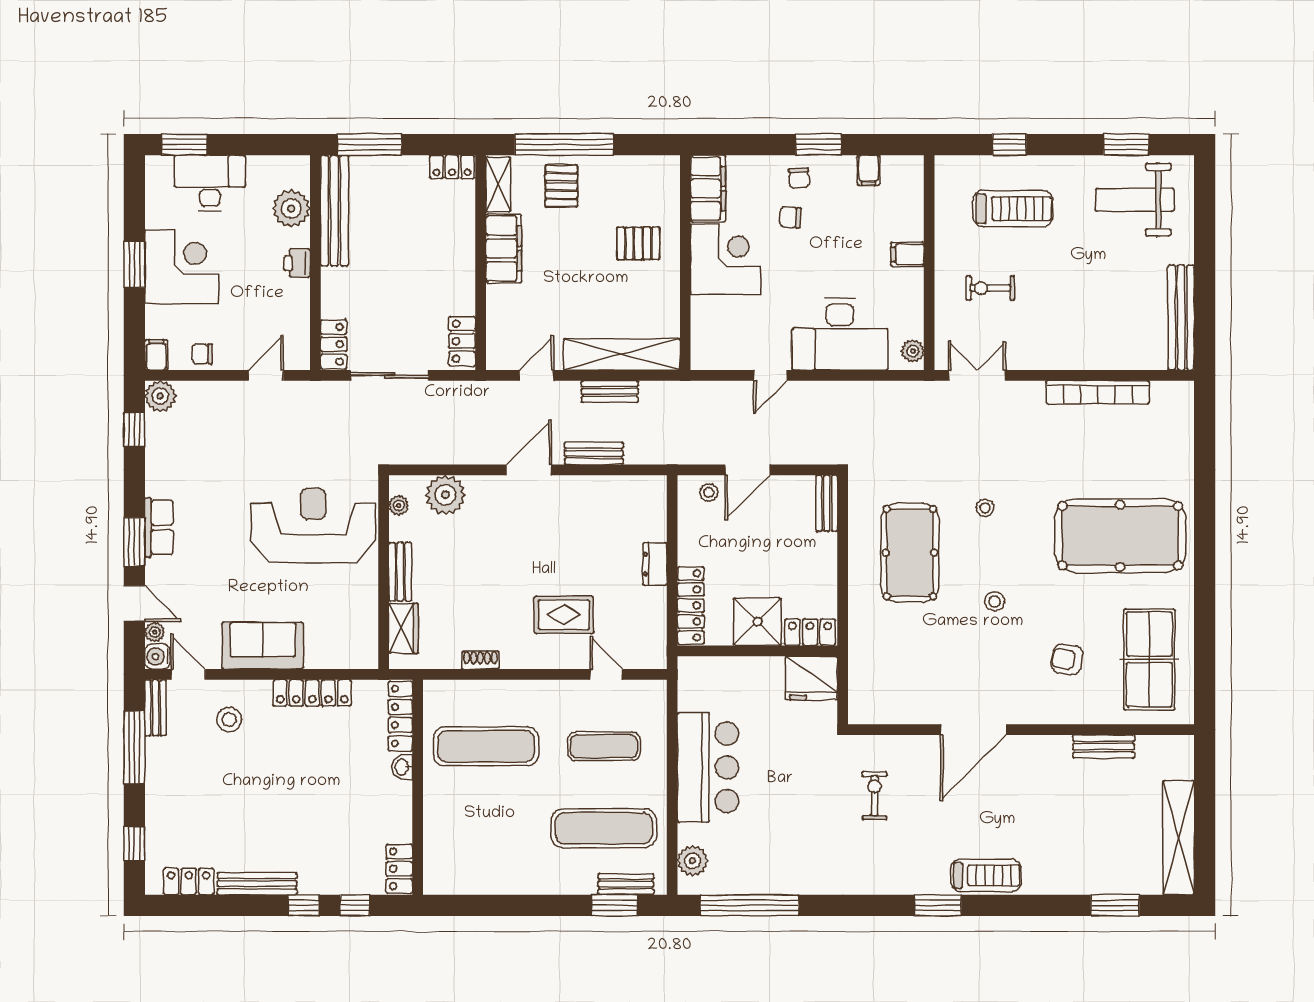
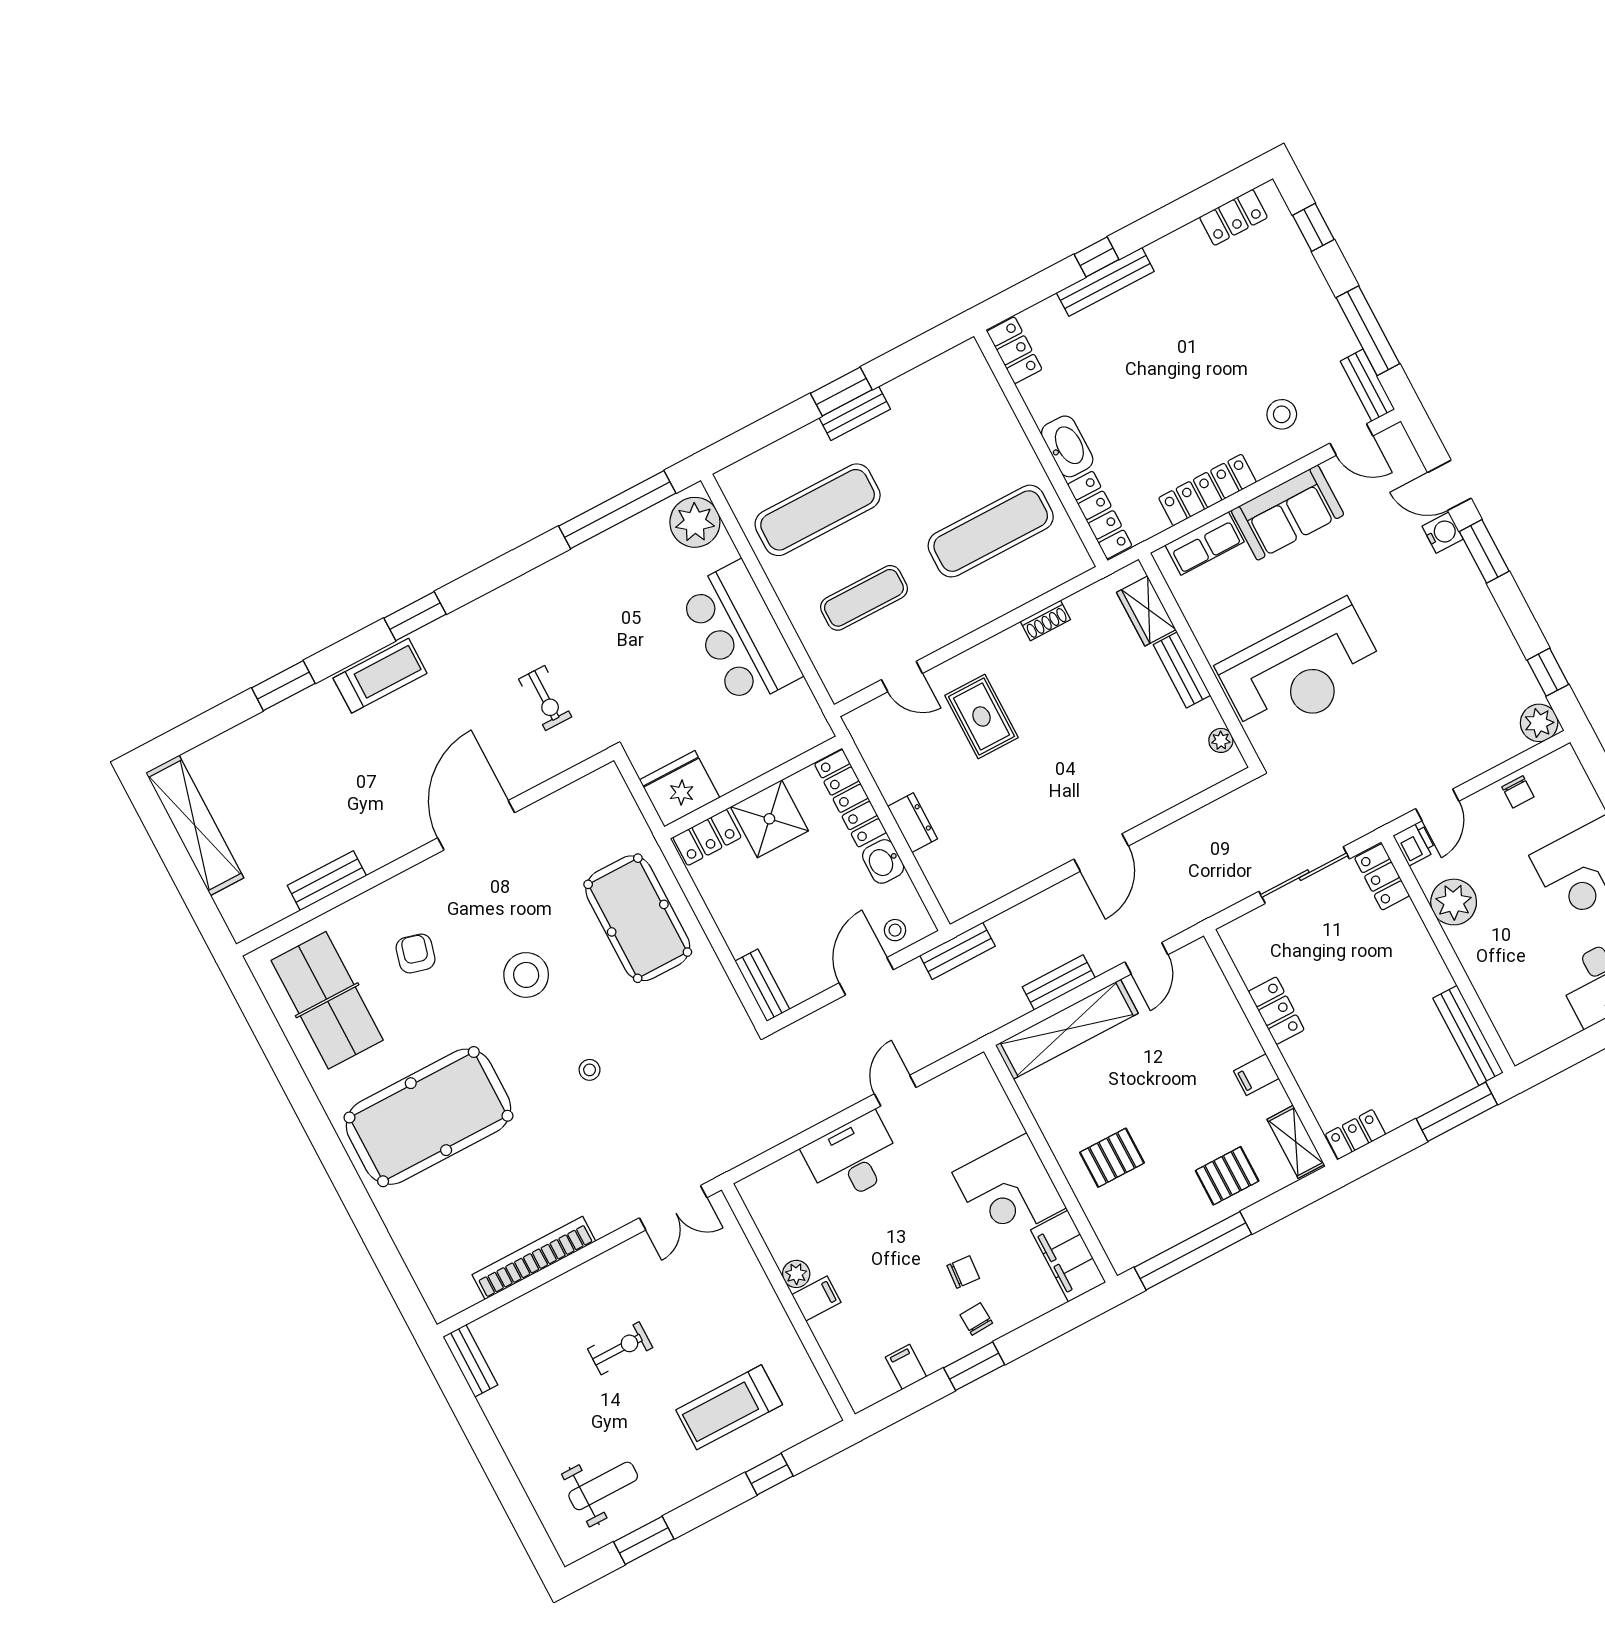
window: (564, 145) -> (1193, 1251), moved
pallet: (561, 186) -> (1227, 1176), turned 90
weight bench: (1135, 200) -> (603, 1486), width x0.73, depth x0.75
plant: (291, 208) -> (1454, 902), moved
bench: (334, 211) -> (1468, 1035), width x0.73, depth x0.82
filing cabinet: (504, 248) -> (1256, 1075), width x0.33, depth x0.86
printer: (297, 263) -> (1415, 844), moved
exercise bike: (990, 288) -> (620, 1348), moved
bench: (1181, 318) -> (470, 1361), width x0.54, depth x0.82
desk: (840, 334) -> (853, 1158), width x0.73, depth x0.77
locker: (462, 341) -> (1276, 1011), moved
plant: (913, 351) -> (796, 1274), moved
chair: (202, 354) -> (1518, 792), turned 91
filing cabinet: (156, 355) -> (1567, 765), removed
bench: (594, 453) -> (957, 951), moved
plant: (446, 495) -> (1177, 778), removed
row of seats: (159, 527) -> (1205, 543), moved, turned -90
washbasin: (691, 547) -> (883, 861), added
pool table: (910, 553) -> (638, 918), moved
stool: (995, 601) -> (526, 975), width x1.89, depth x1.89
rug: (564, 615) -> (982, 716), turned 90
plant: (155, 632) -> (1411, 466), removed
water cooler: (157, 657) -> (1443, 533), moved
armchair: (1067, 659) -> (415, 953), turned -84
washbasin: (402, 767) -> (1067, 446), width x1.91, depth x1.45
plant: (692, 861) -> (695, 522), width x1.36, depth x1.36
treadmill: (986, 875) -> (380, 676), turned 180
bench: (257, 884) -> (1105, 282), moved
bench: (626, 884) -> (855, 413), moved
window: (355, 905) -> (1041, 286), removed
window: (615, 905) -> (841, 391), moved
window: (1115, 905) -> (283, 686), moved

